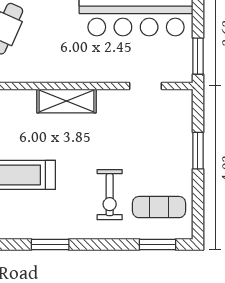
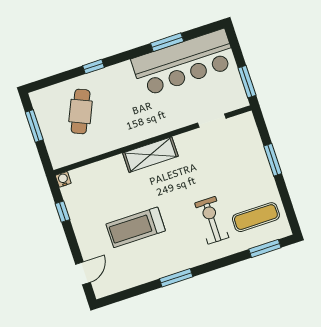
exercise bike: (110, 195) -> (212, 220), turned 180

